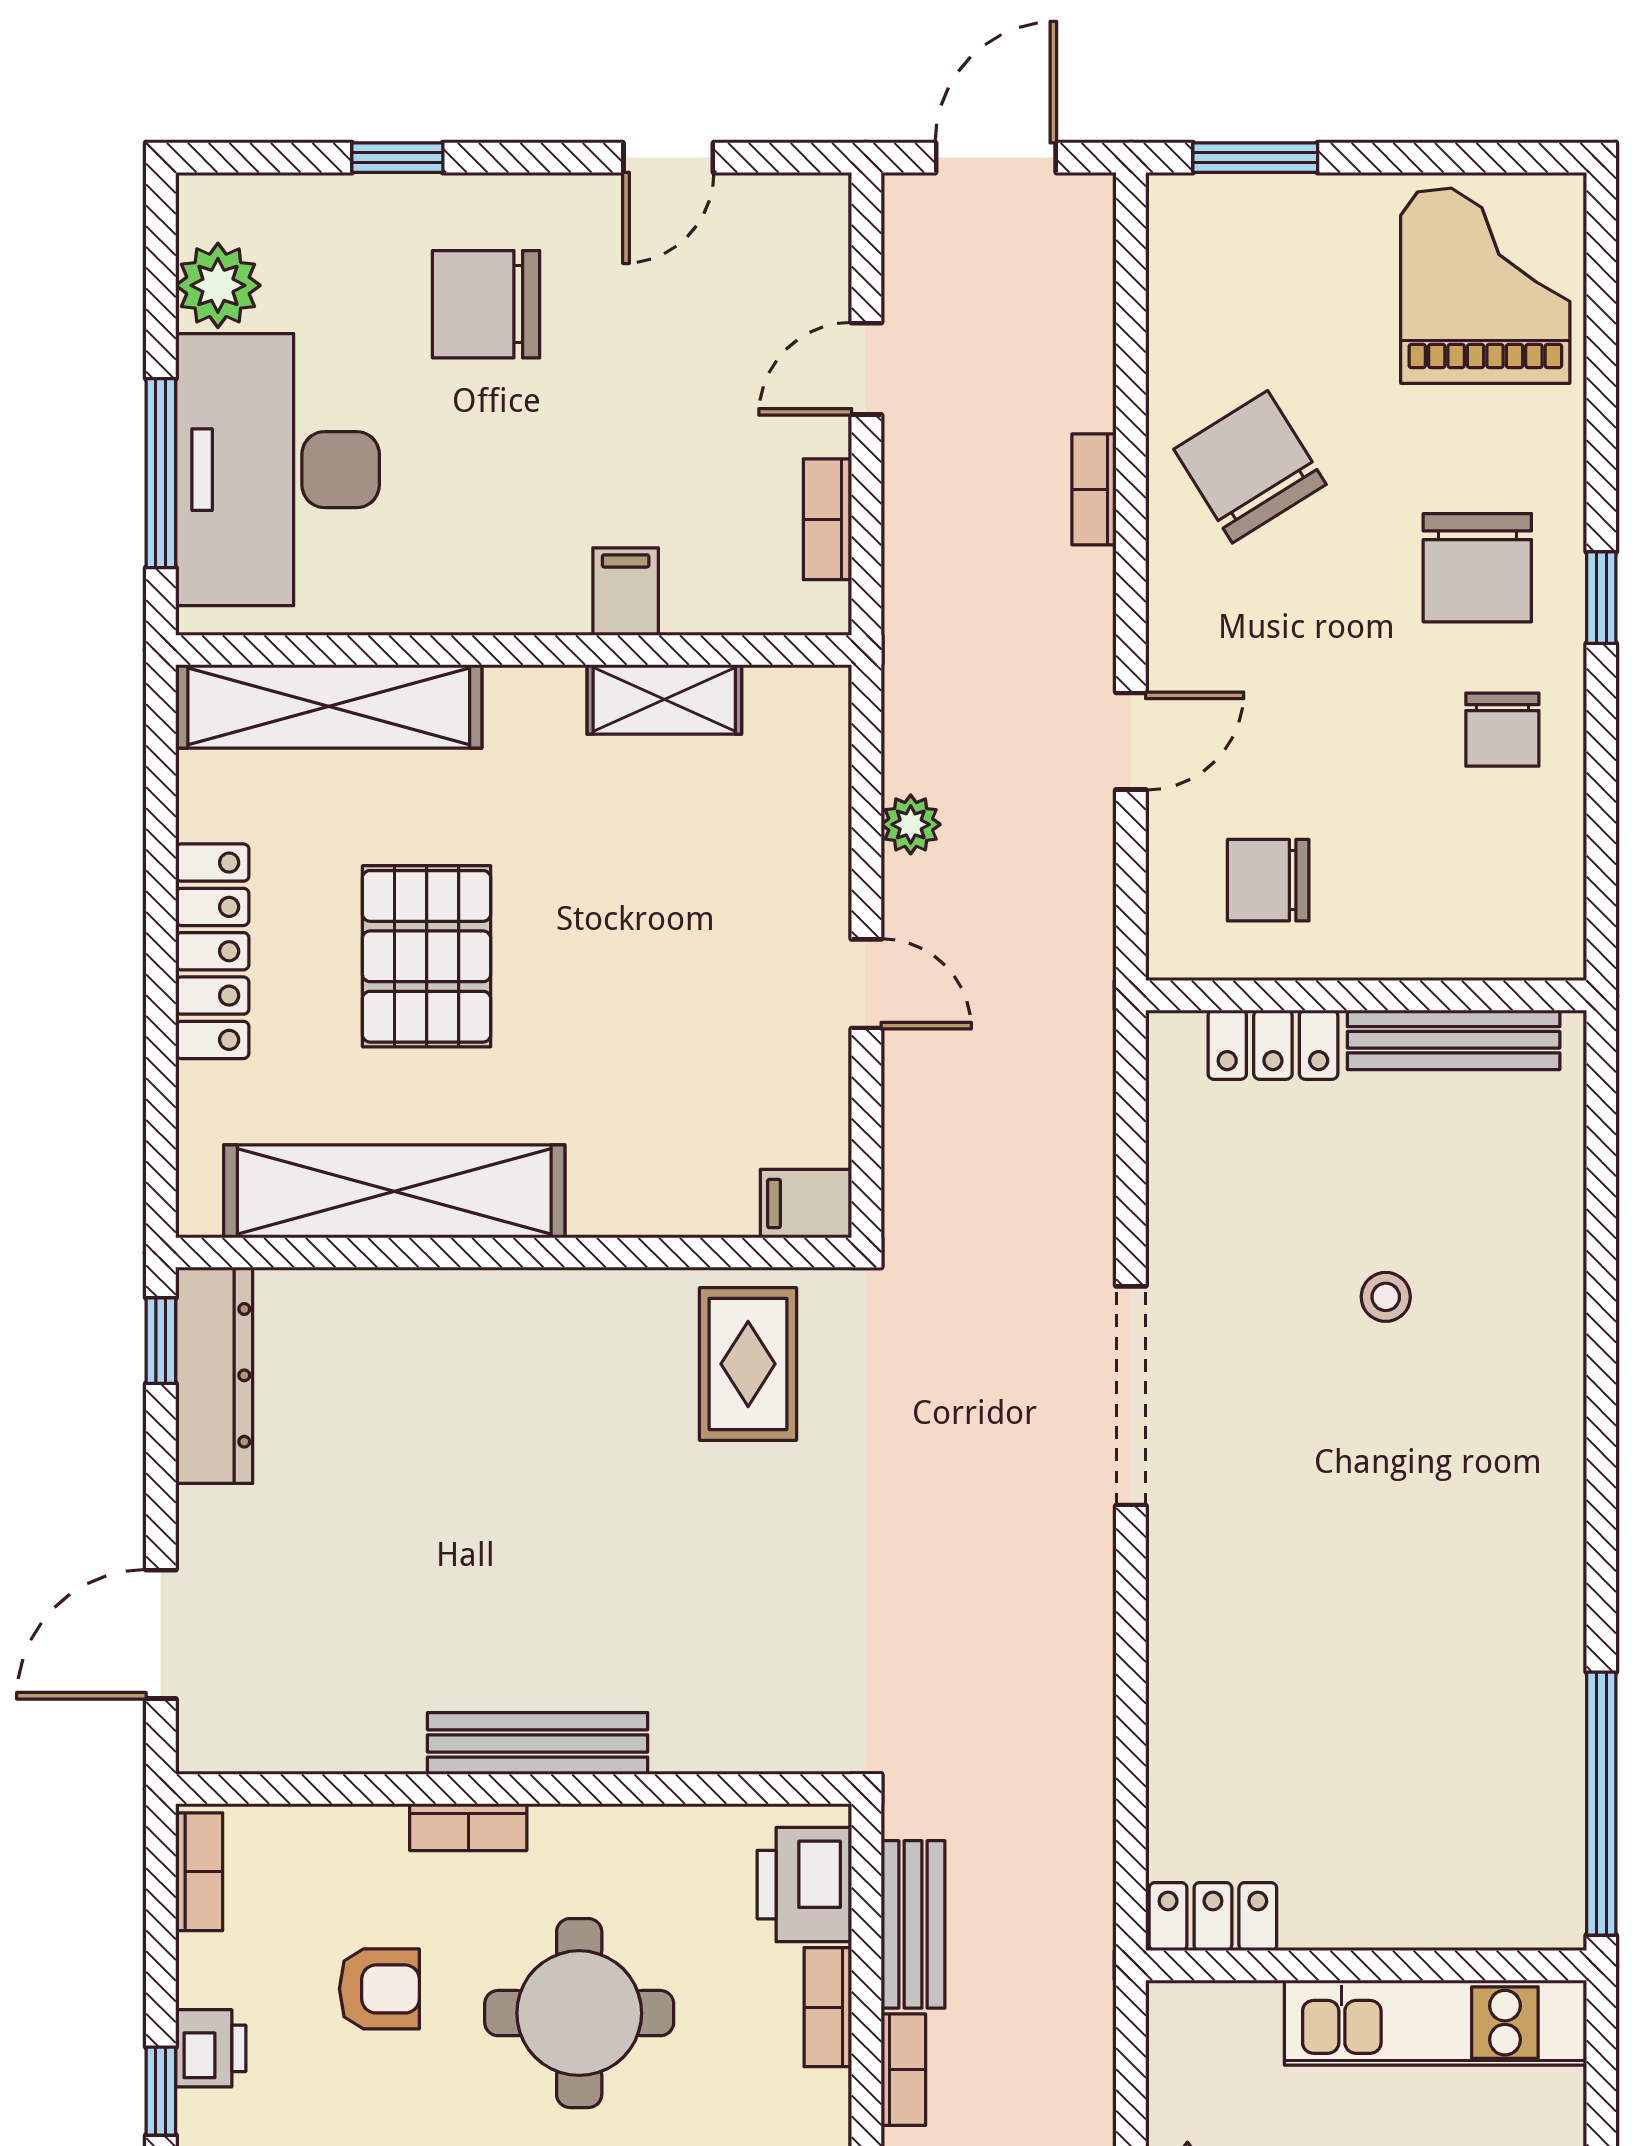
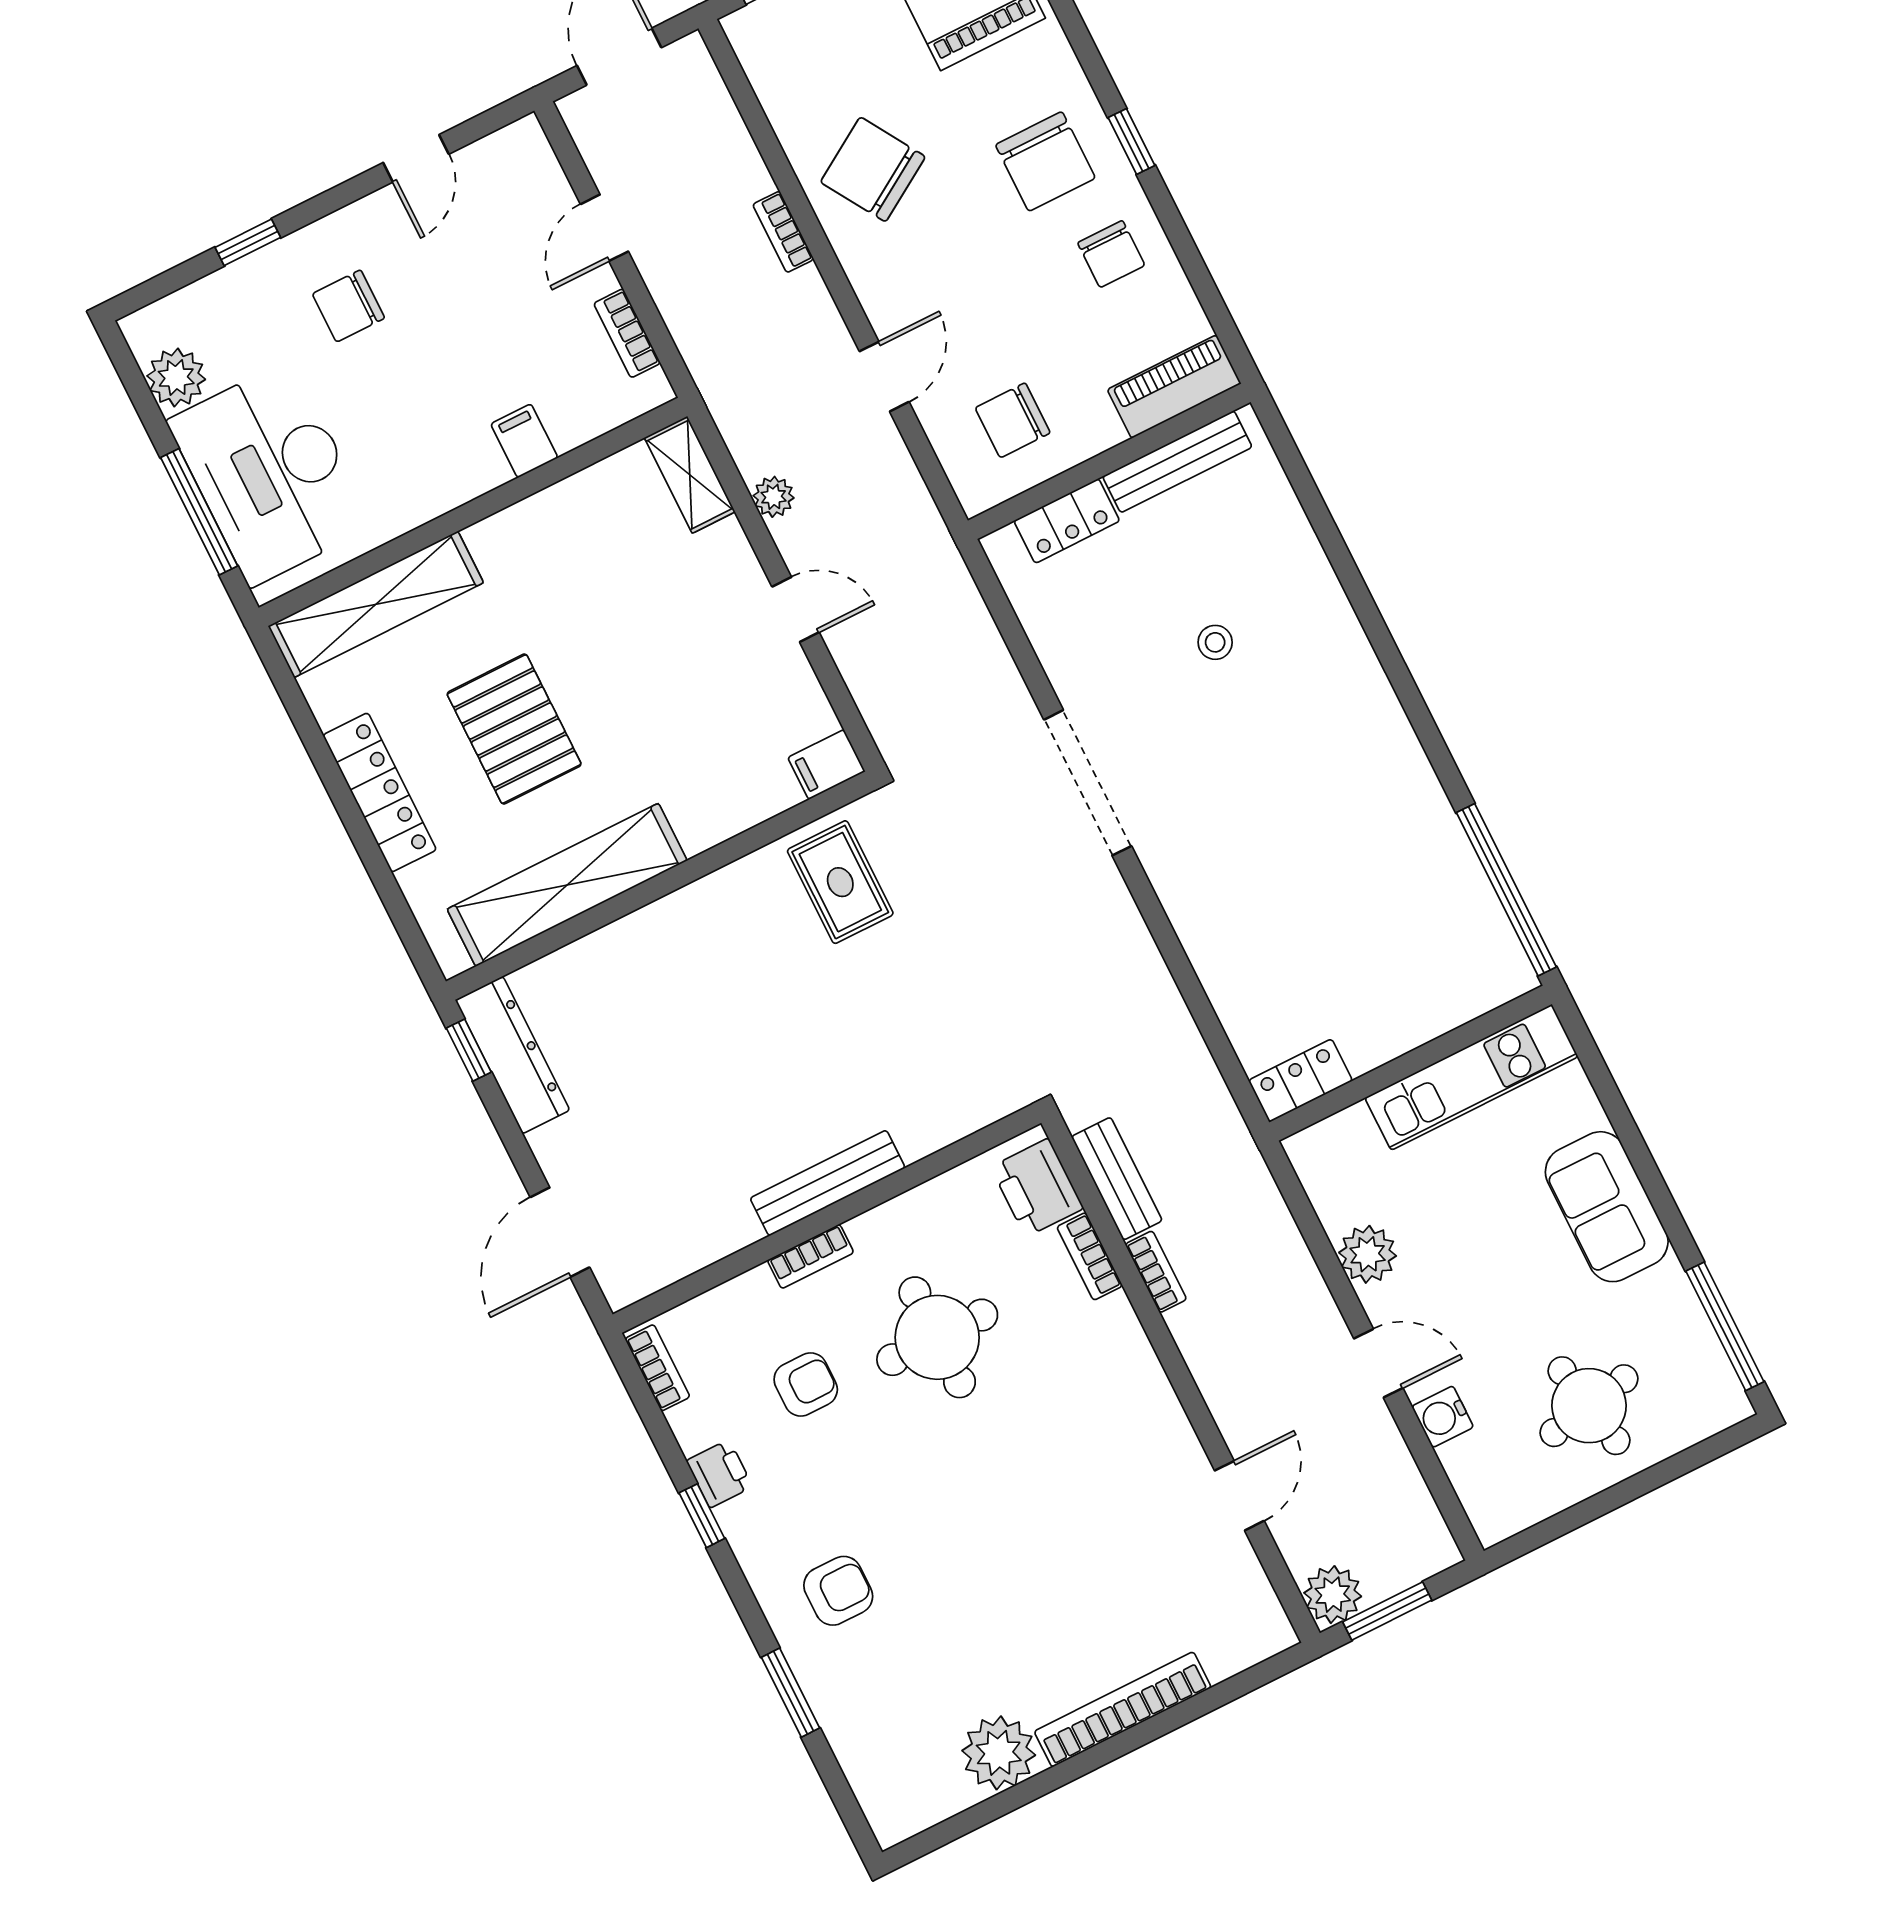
chair: (486, 304) -> (348, 306), width x0.73, depth x0.73
shelving: (664, 699) -> (690, 475), moved, turned 90
piano: (1498, 941) -> (1174, 387), added

